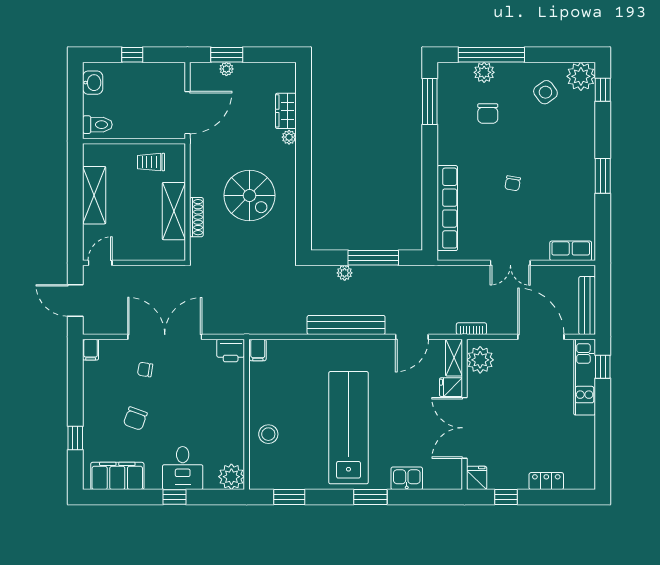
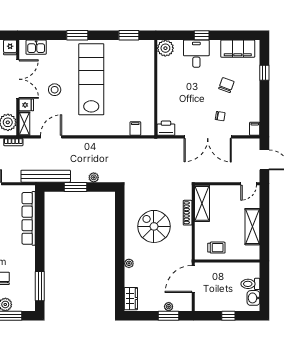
wardrobe: (286, 111) -> (131, 299), moved
toilet: (97, 125) -> (250, 284), moved
shelving: (174, 211) -> (202, 203), moved
window: (373, 258) -> (76, 187), width x0.69
bench: (346, 325) -> (46, 176), moved
filing cabinet: (258, 350) -> (135, 129), moved
lab bench: (348, 428) -> (91, 79), turned 180
stool: (268, 434) -> (55, 90), moved
kitchen sink: (407, 478) -> (36, 47), moved

